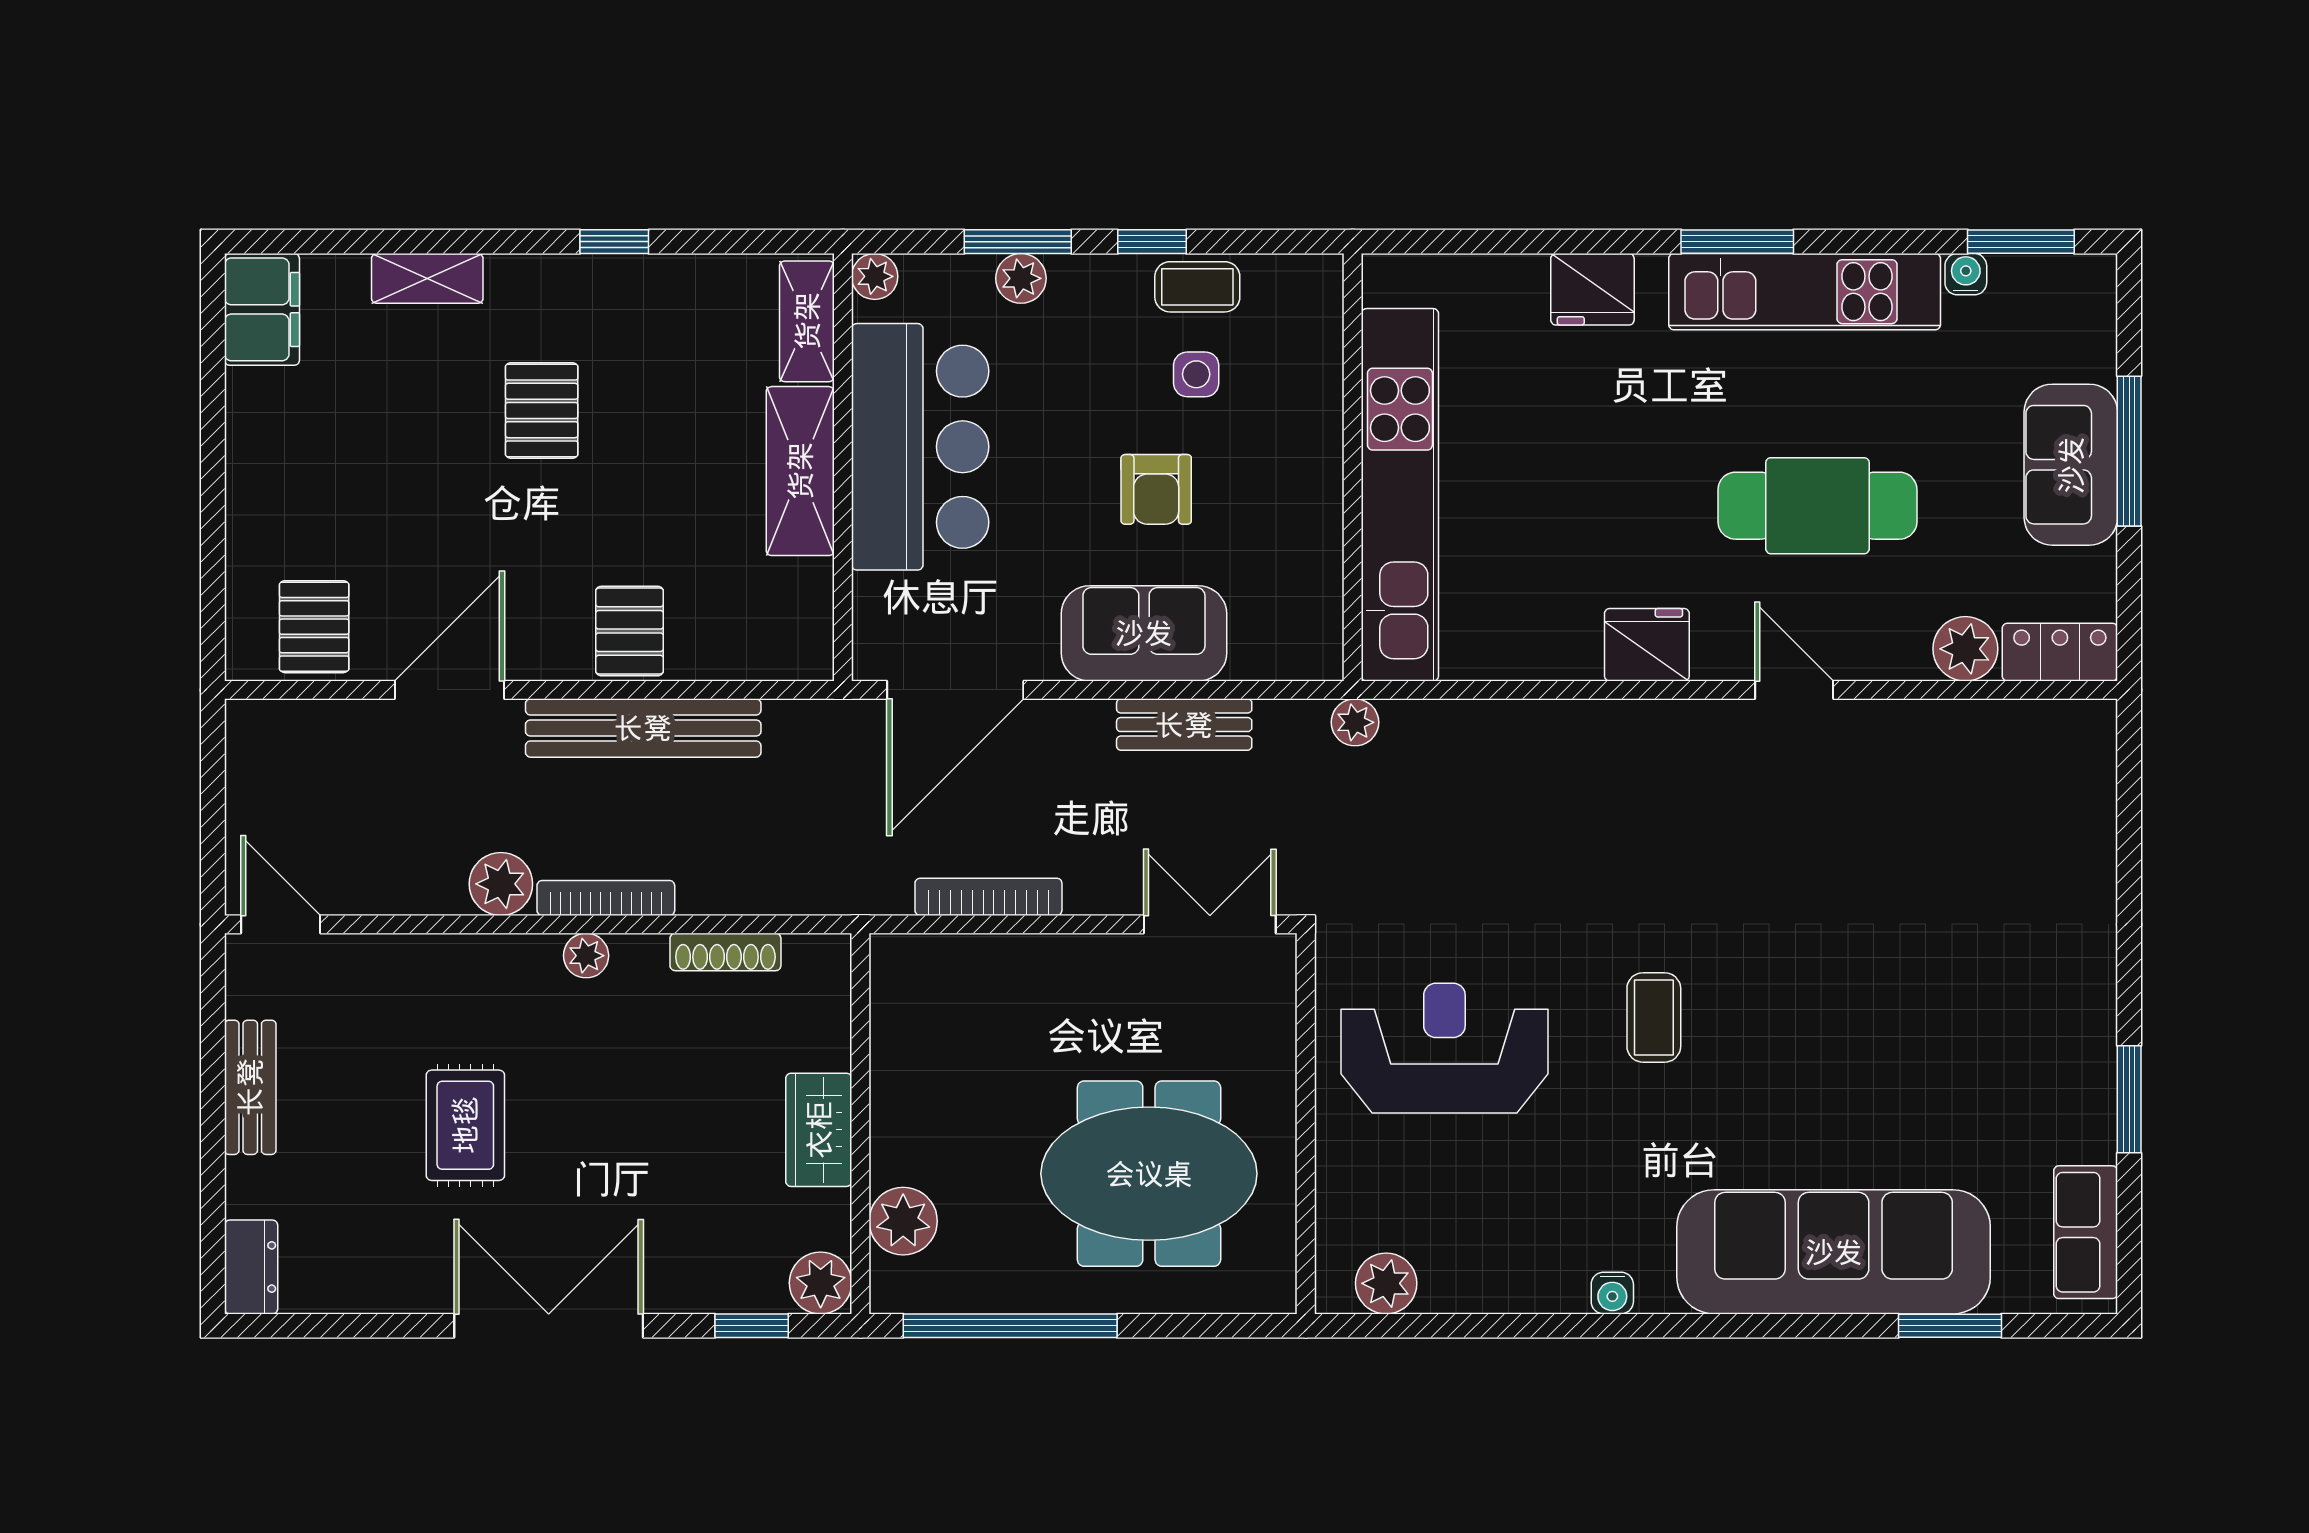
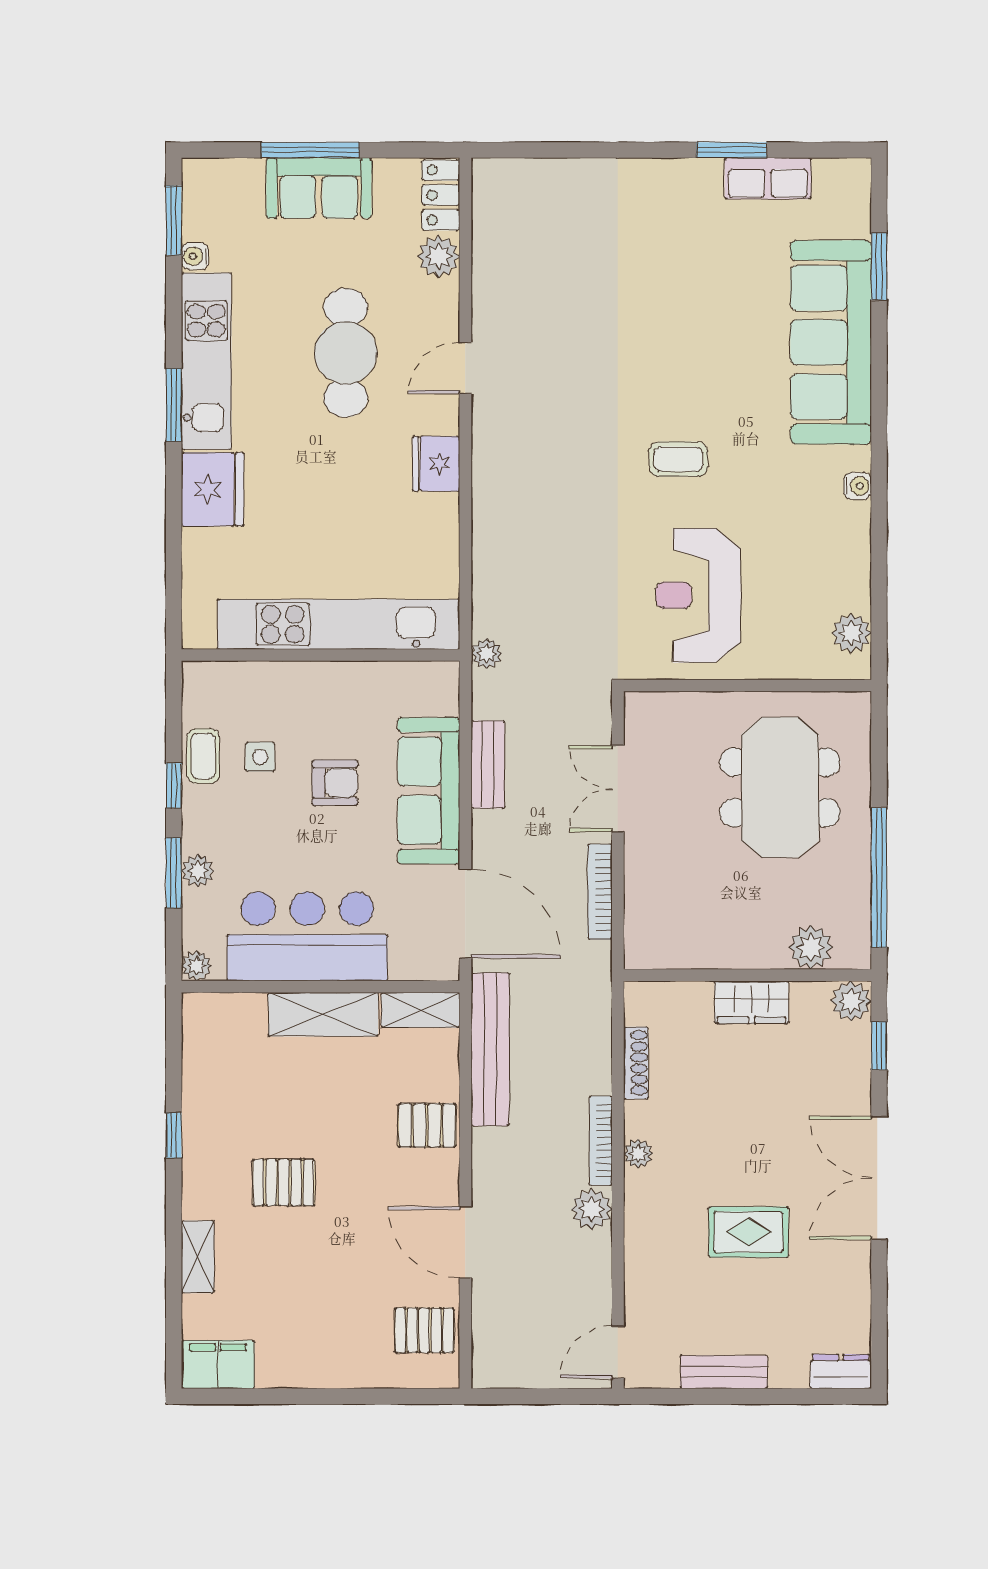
fridge: (1592, 289) -> (213, 489), width x1.36, depth x1.34
shelving: (807, 321) -> (420, 1010), moved
sofa: (1144, 633) -> (429, 791), width x1.36
bench: (643, 728) -> (490, 1049), moved
double door: (1210, 924) -> (618, 789), moved
row of seats: (2086, 1232) -> (768, 178), moved

